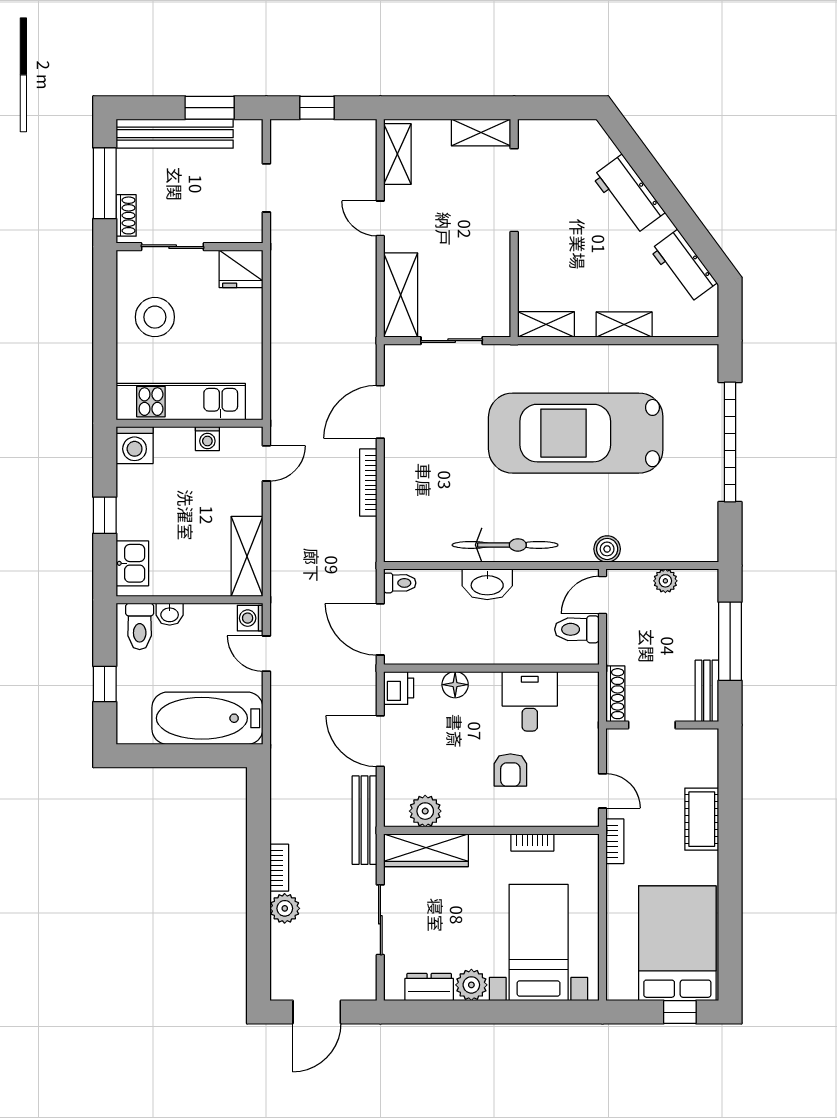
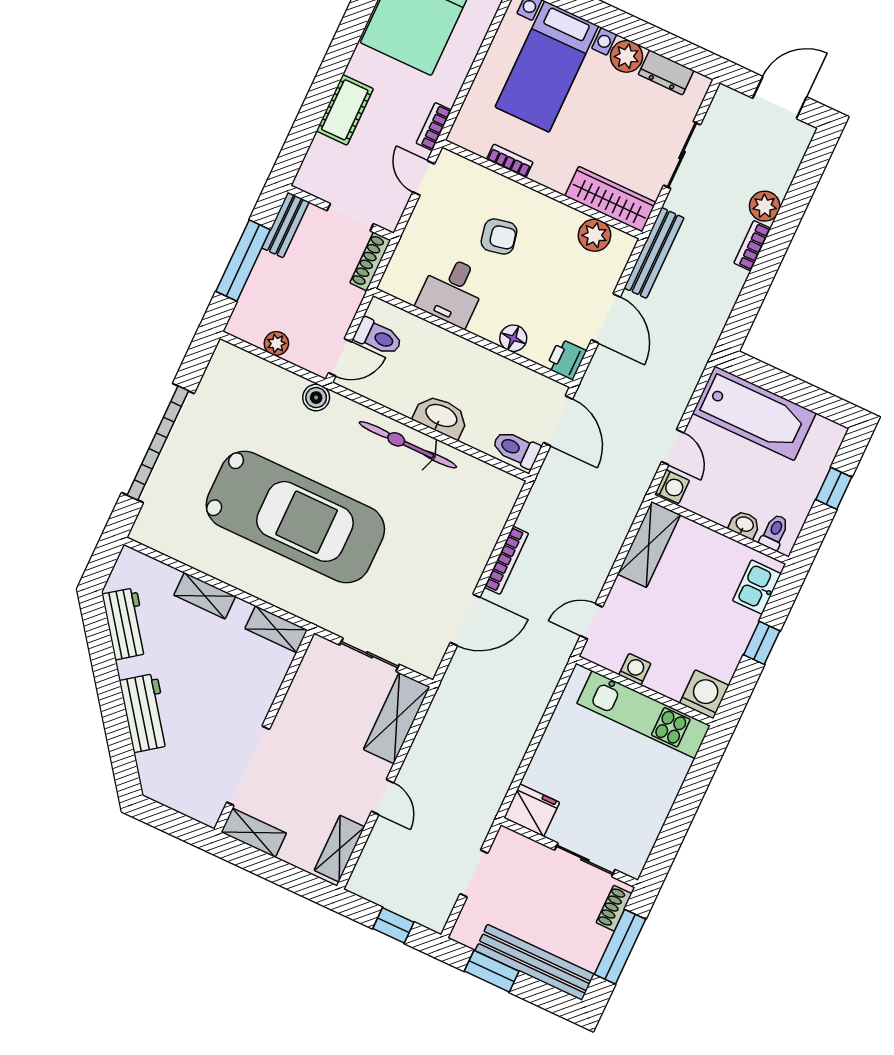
stool: (155, 317) -> (631, 803), removed
toilet: (400, 583) -> (516, 449), width x1.37, depth x1.39
toilet: (140, 626) -> (774, 532), width x0.73, depth x0.72
armchair: (510, 770) -> (499, 236), turned 78

